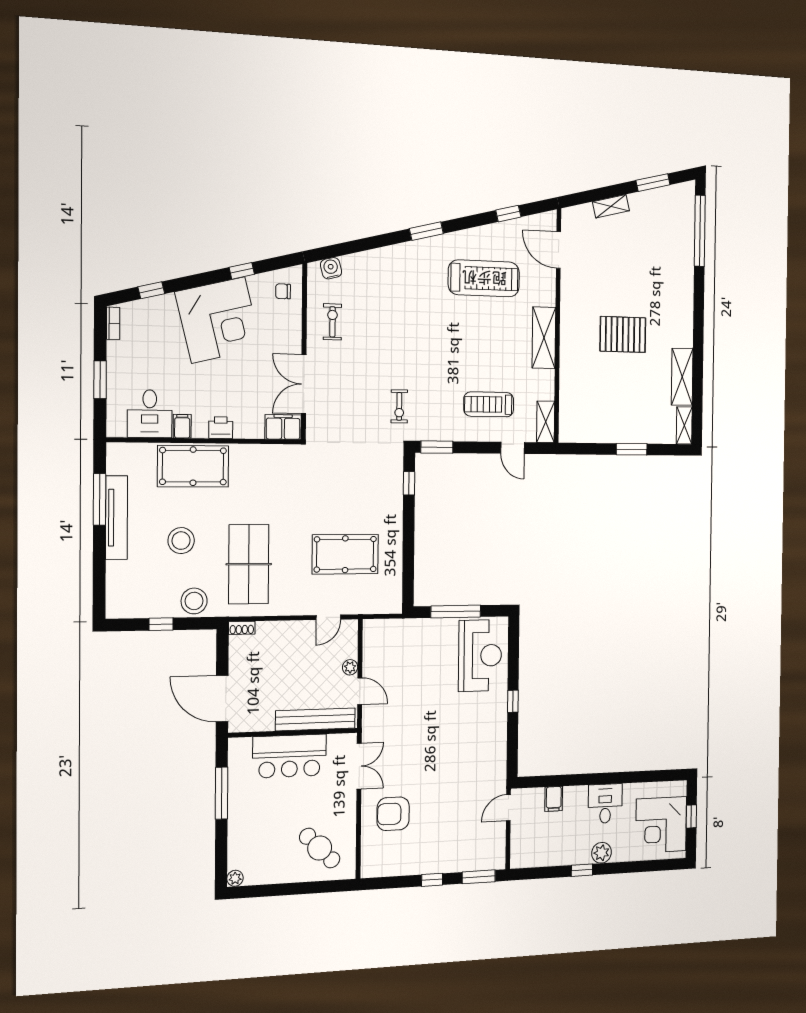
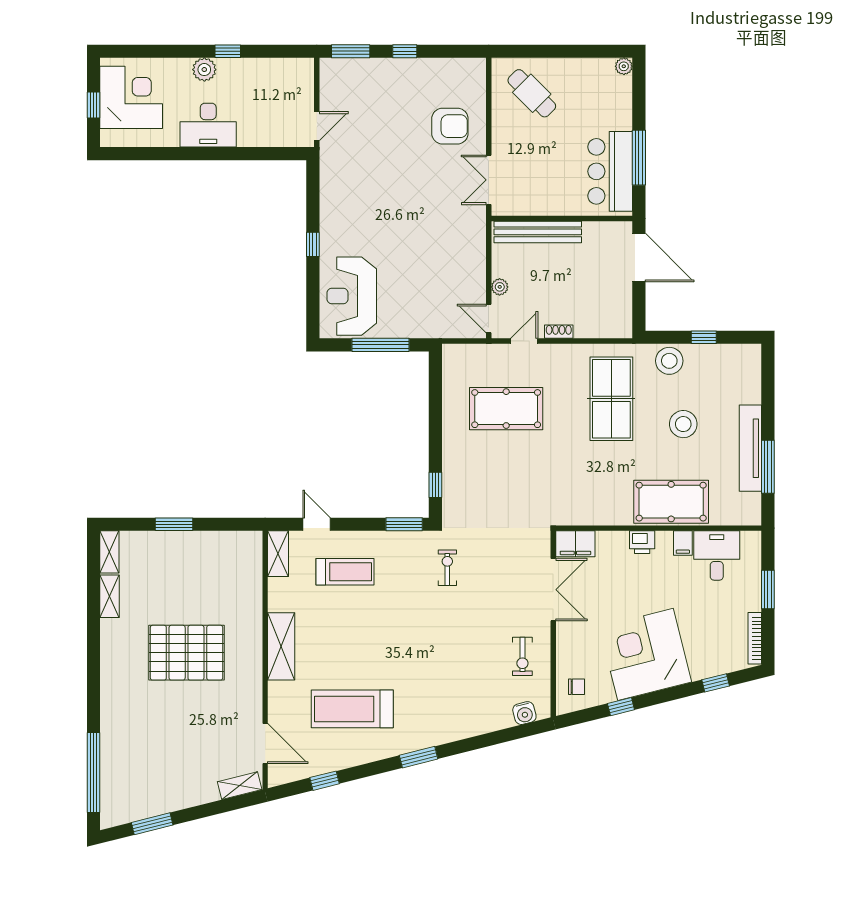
shelving: (611, 206) -> (240, 786), moved
bookcase: (113, 323) -> (755, 638), width x1.56
pallet: (623, 334) -> (187, 653), width x1.37, depth x1.41
shelving: (682, 377) -> (110, 596), width x0.67, depth x0.75
shoe rack: (242, 628) -> (559, 332), moved
door: (360, 691) -> (489, 319), moved
bar counter: (289, 756) -> (610, 171), moved, turned -90
filing cabinet: (554, 799) -> (263, 133), removed
desk: (605, 804) -> (208, 125), width x1.37

